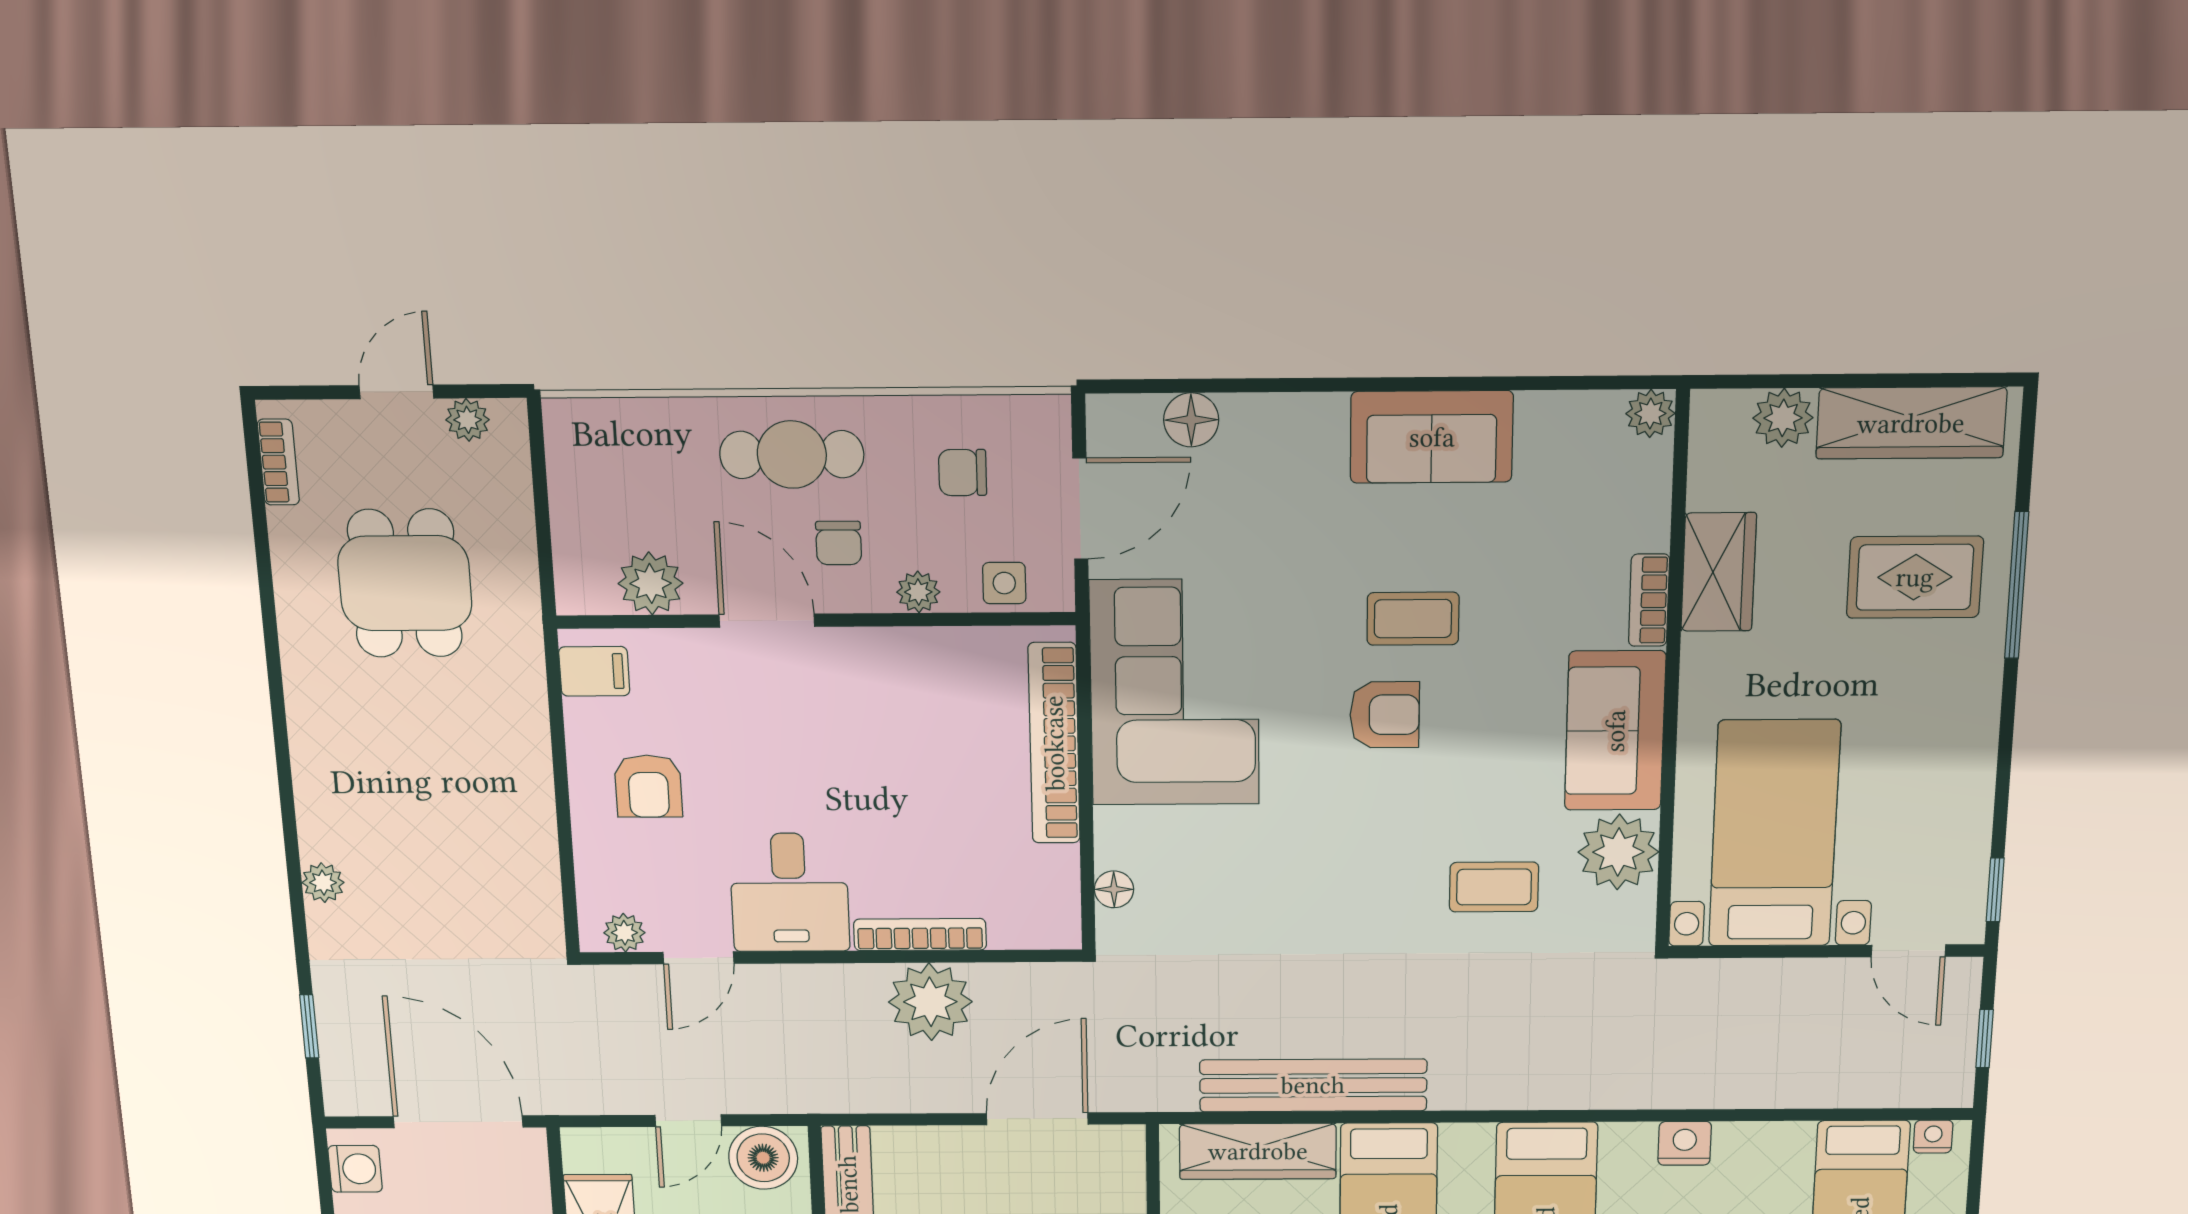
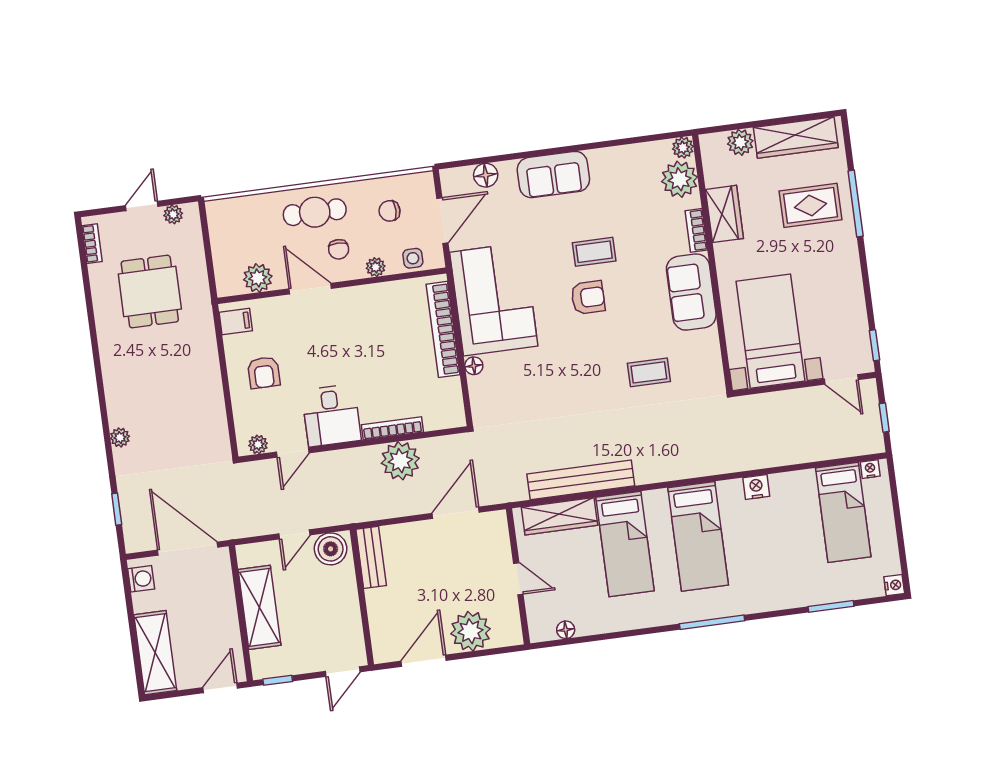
sofa: (1432, 437) -> (553, 175), moved
plant: (1618, 852) -> (680, 179), moved
floor lamp: (1114, 889) -> (474, 366), moved

